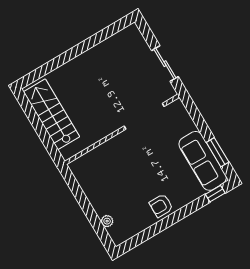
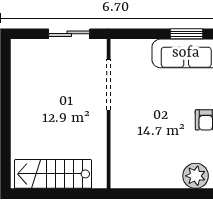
plant: (107, 221) -> (196, 176), width x1.87, depth x1.87

